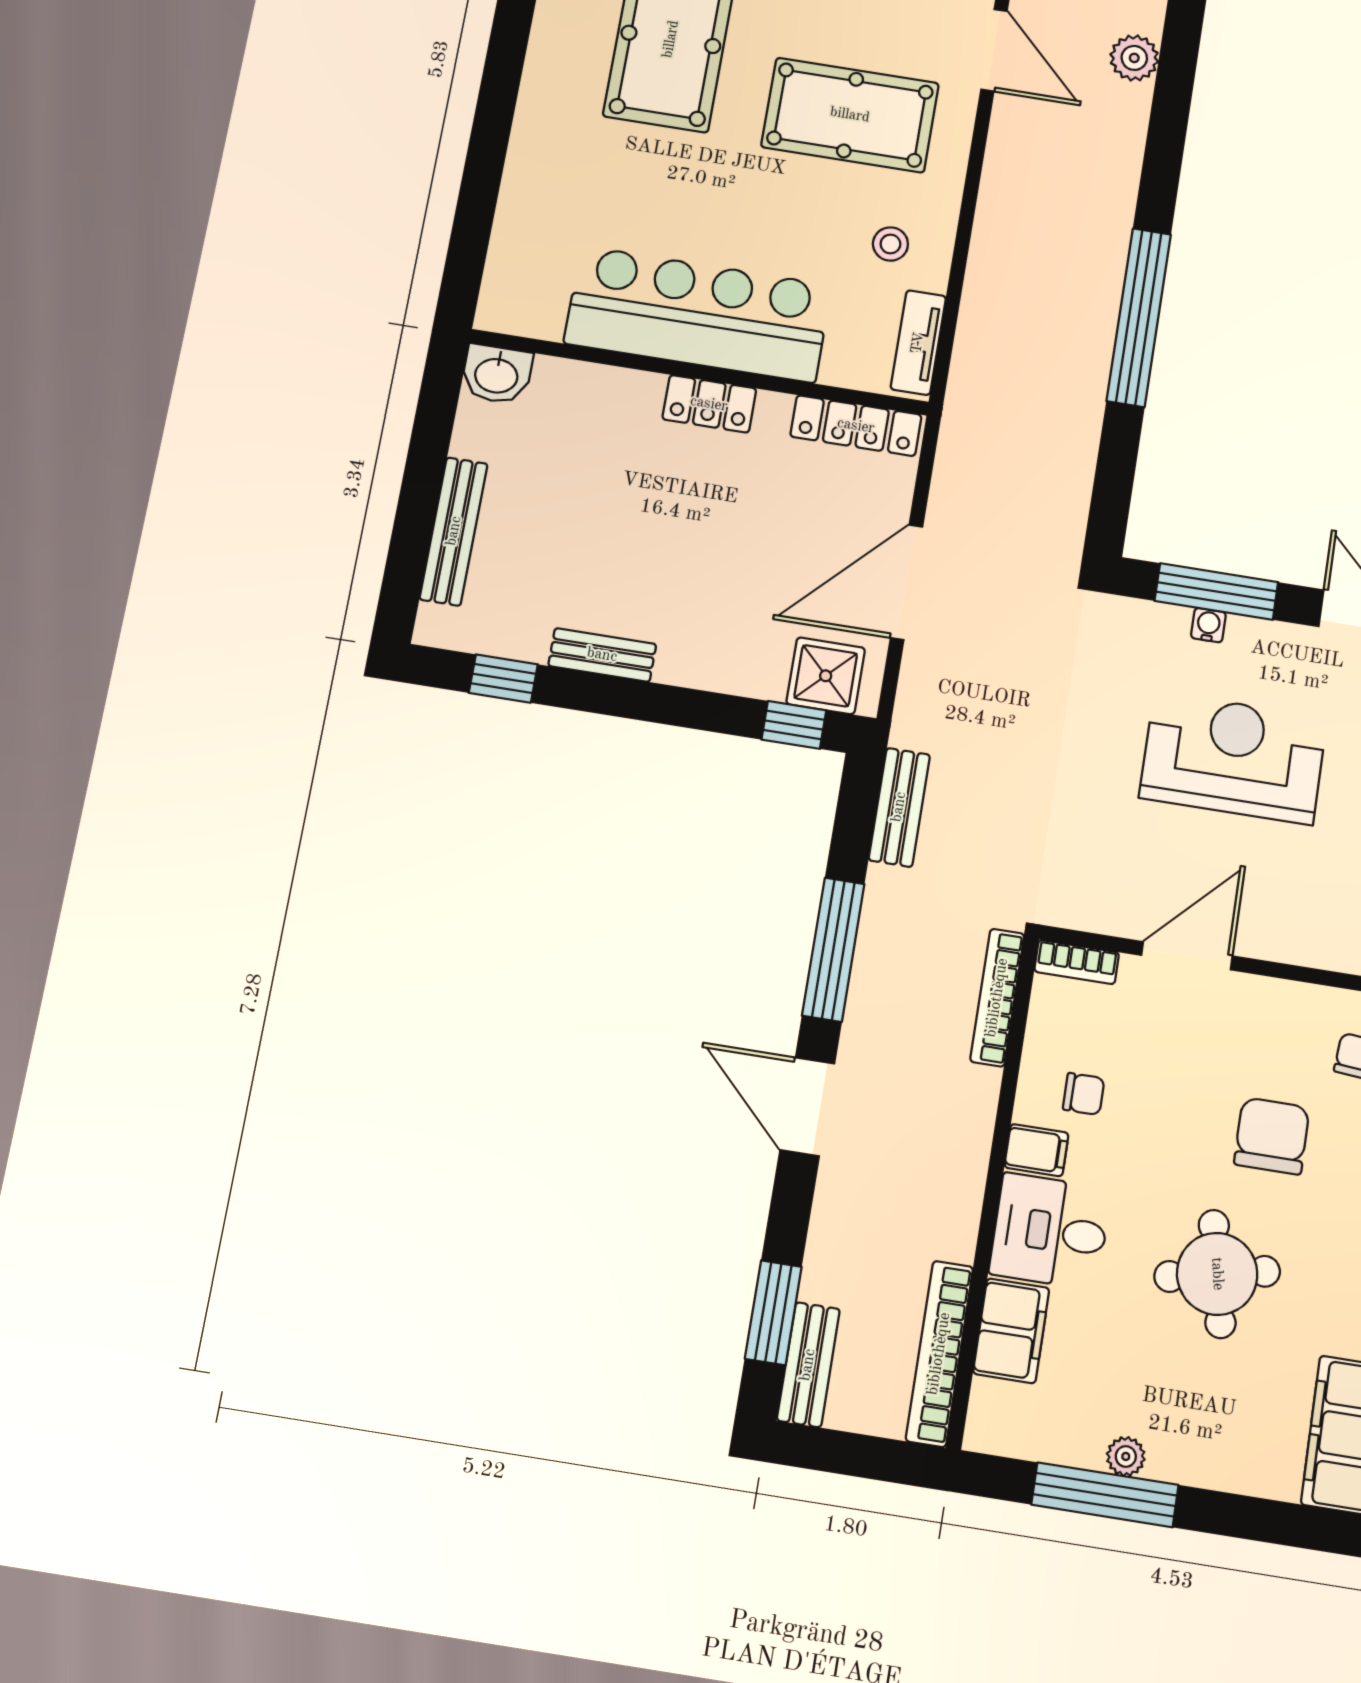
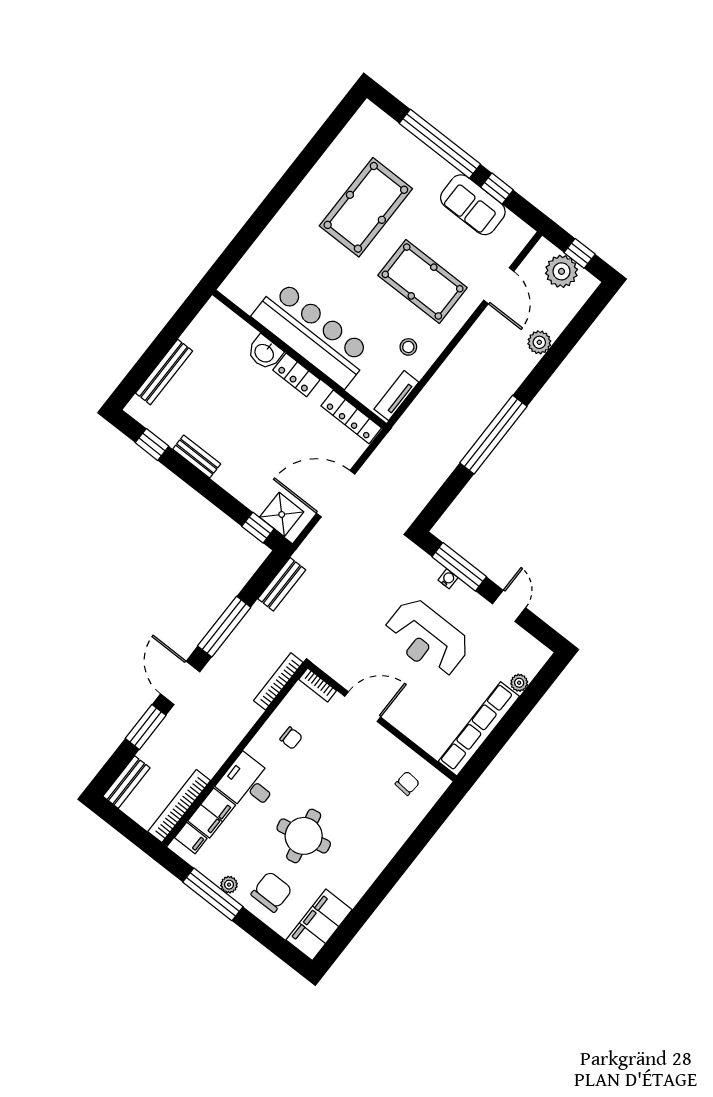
plant: (1134, 58) -> (539, 342), moved
washbasin: (497, 374) -> (265, 353), moved
reception desk: (1233, 758) -> (427, 638), turned 180
chair: (1272, 1136) -> (272, 892), moved
filing cabinet: (1036, 1150) -> (191, 838), moved
window: (773, 1313) -> (146, 727), moved

